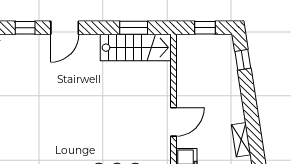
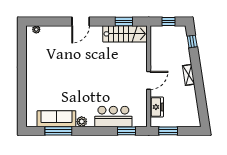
window: (25, 28) -> (56, 21), removed
shelving: (241, 140) -> (189, 75), moved

